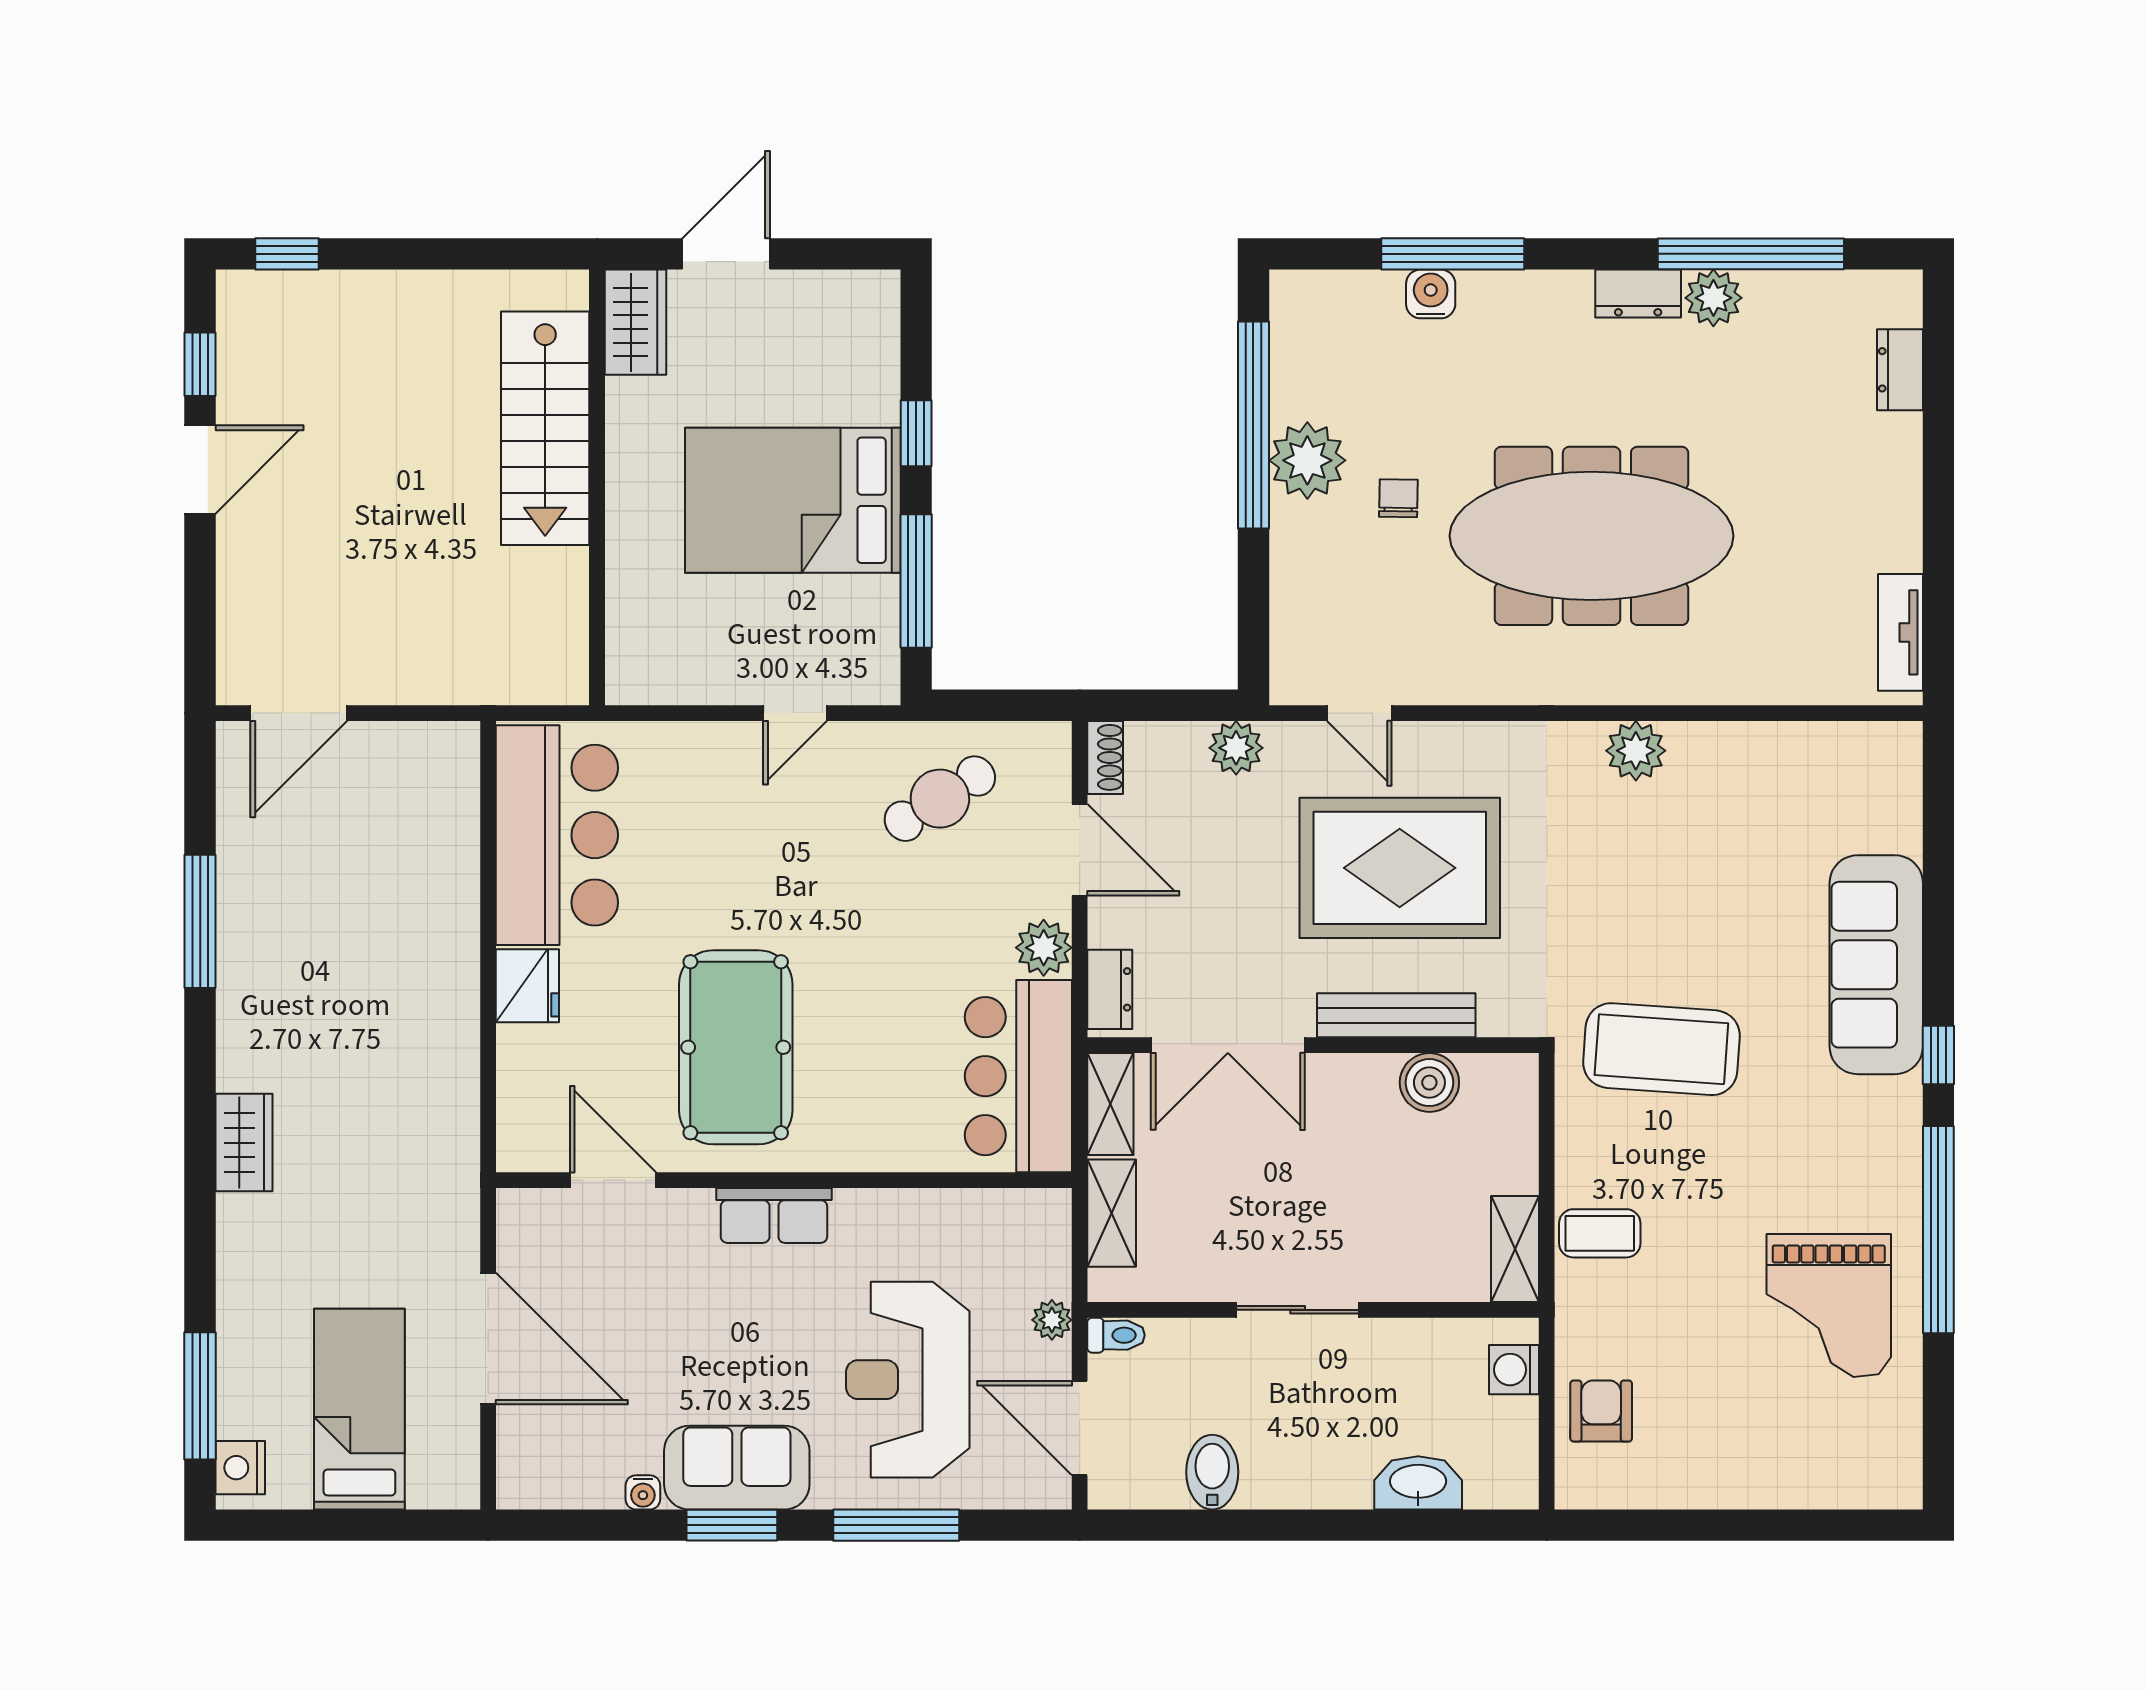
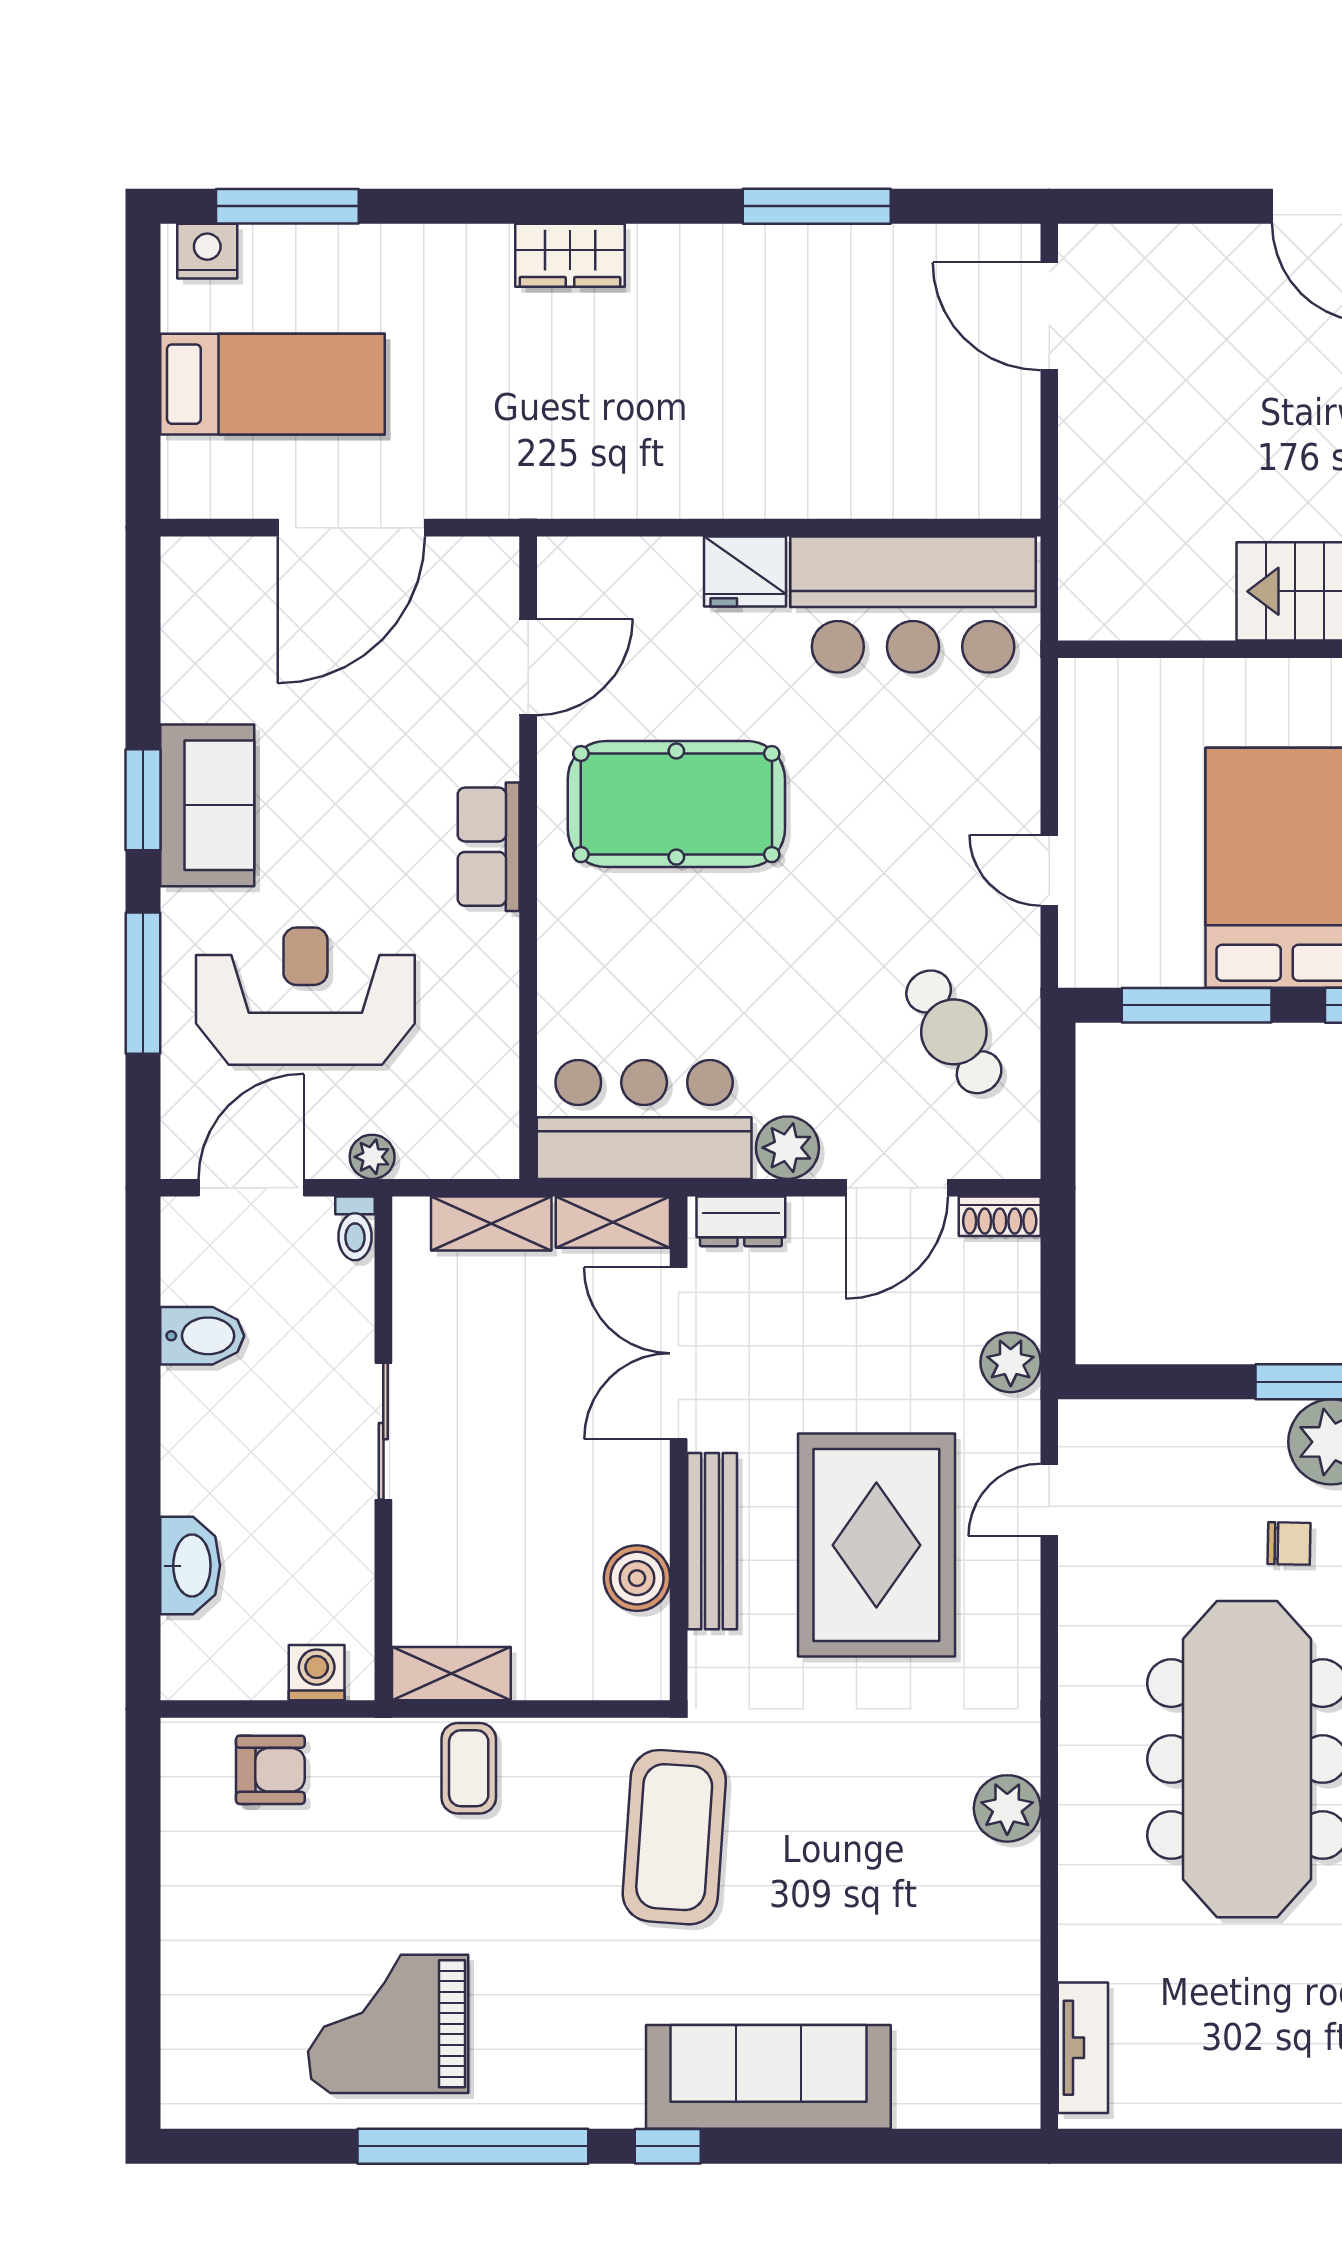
tv unit: (1900, 632) -> (1083, 2048), moved, turned 90
water cooler: (643, 1492) -> (180, 700), removed

